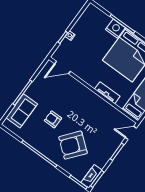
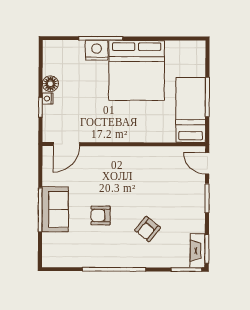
floor lamp: (77, 29) -> (50, 84), added
tv unit: (107, 93) -> (143, 135), removed
sofa: (22, 111) -> (55, 209), moved
door: (131, 133) -> (207, 163), hinge flipped
armchair: (73, 145) -> (148, 229), width x0.53, depth x0.53

